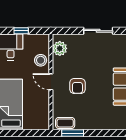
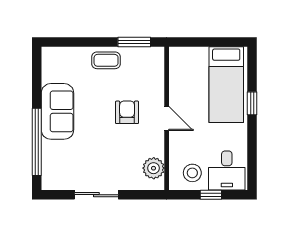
stool: (41, 60) -> (192, 173), moved
coffee table: (65, 123) -> (106, 60), moved

